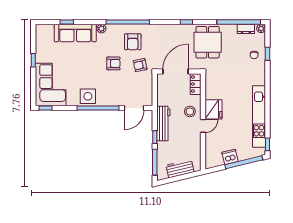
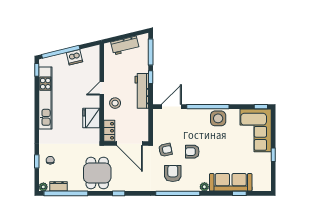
door: (176, 71) -> (130, 144), hinge flipped
fridge: (213, 109) -> (91, 118), moved

